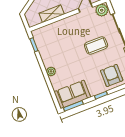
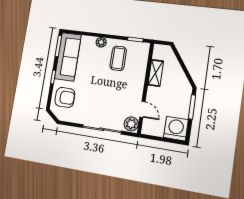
coffee table: (96, 45) -> (118, 58), moved
sofa: (72, 94) -> (68, 57), width x1.36

